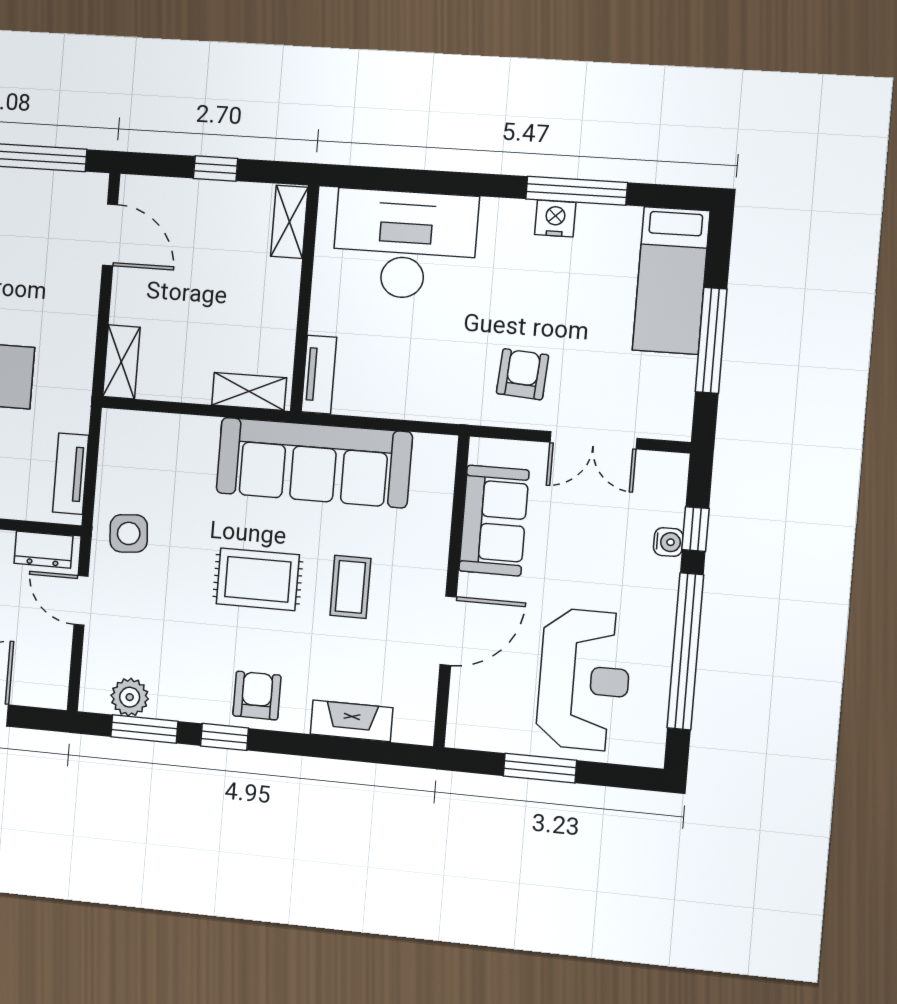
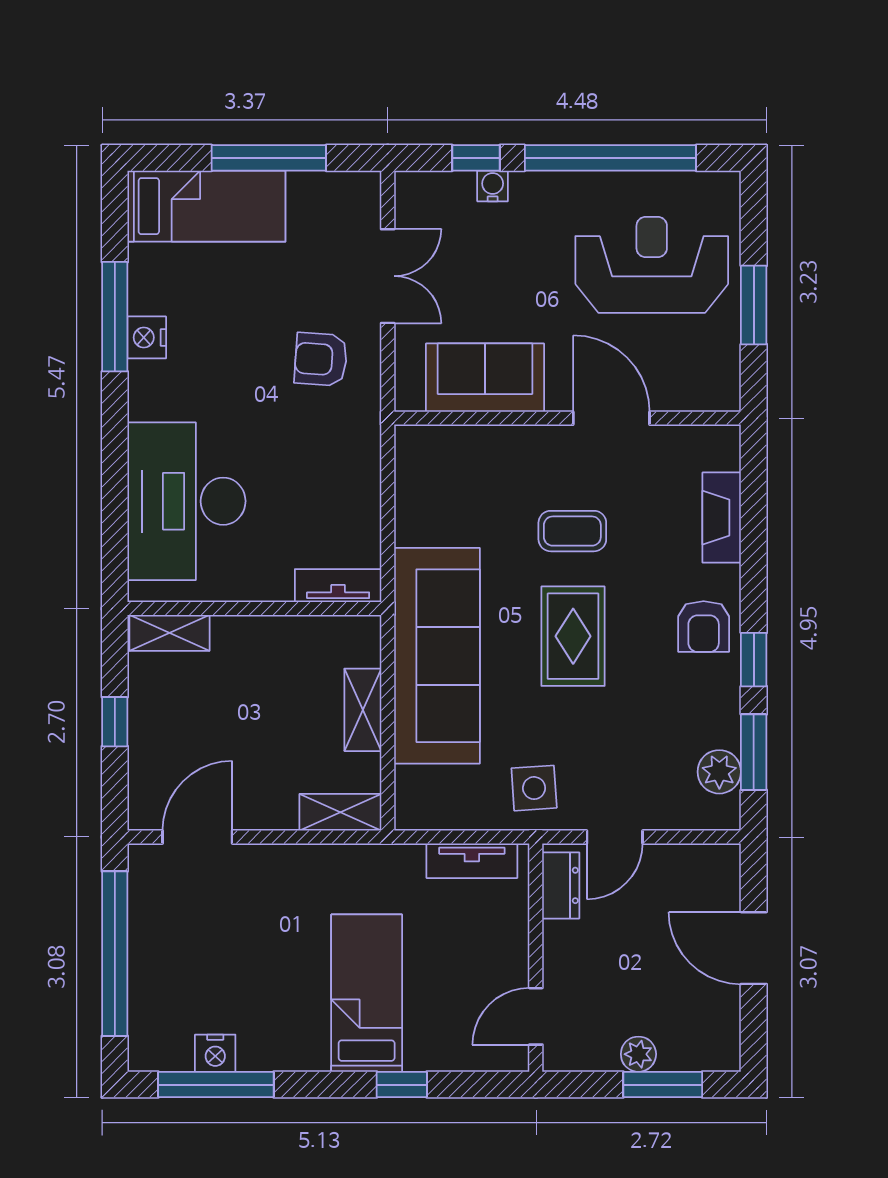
shelving: (249, 391) -> (363, 710), moved
sofa: (314, 463) -> (437, 656), moved
armchair: (257, 696) -> (704, 627), turned -90

